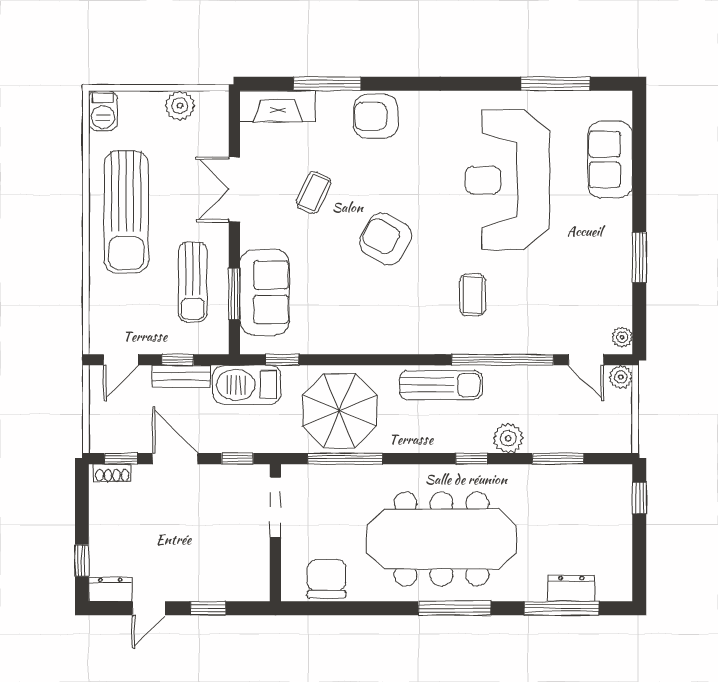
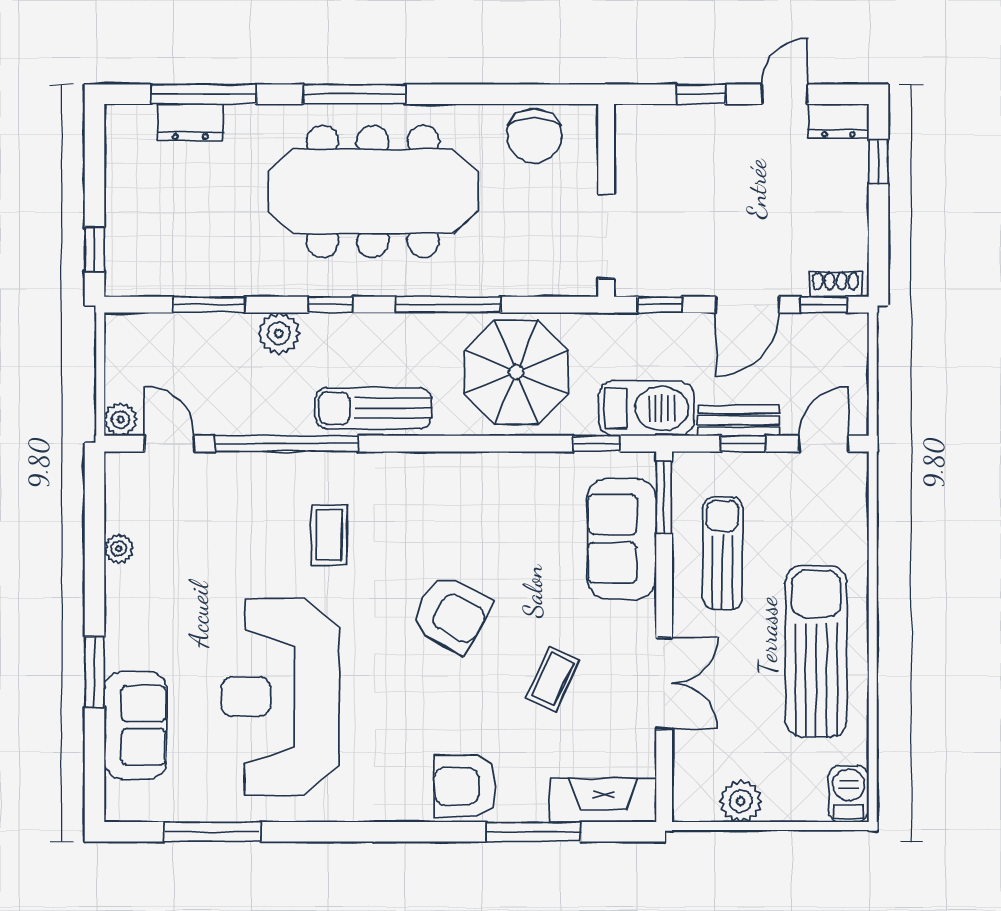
armchair: (376, 116) -> (465, 786), turned 180
reception desk: (507, 180) -> (280, 697), turned 180
window: (639, 257) -> (94, 672), moved
window: (234, 294) -> (664, 497), moved
plant: (622, 337) -> (119, 549), moved
door: (175, 459) -> (747, 305), hinge flipped
window: (345, 459) -> (448, 305), moved

